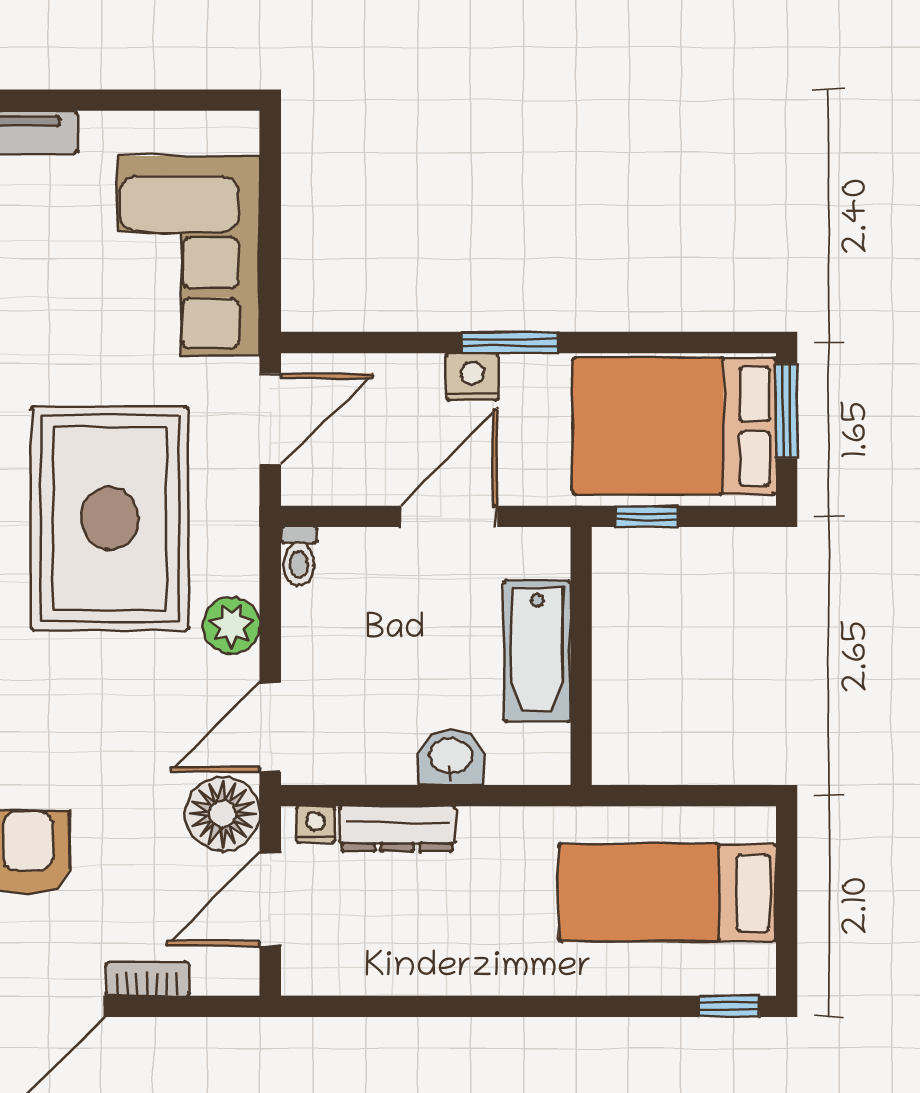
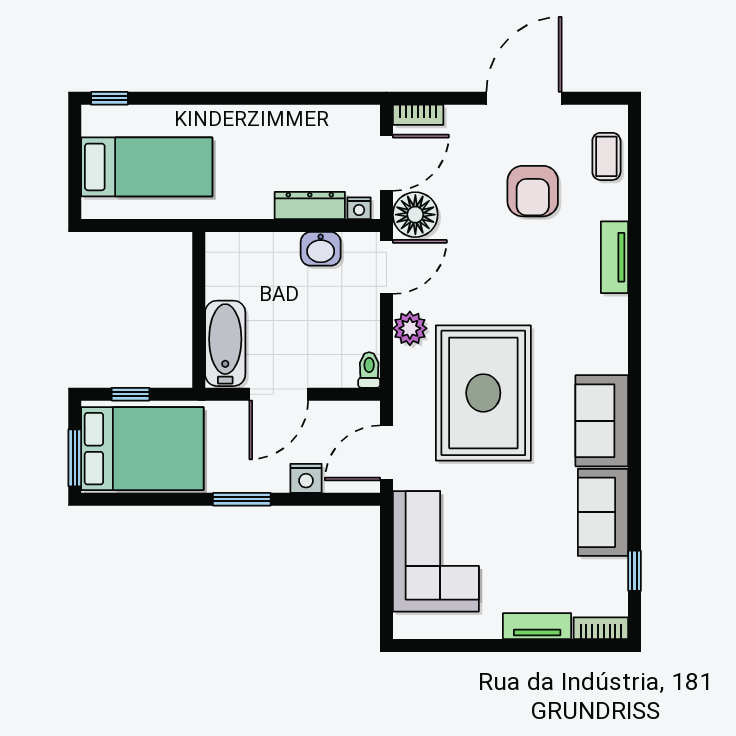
nightstand: (472, 377) -> (306, 478), moved
window: (646, 516) -> (130, 394), moved
bathtub: (537, 651) -> (225, 343), moved
washbasin: (451, 757) -> (321, 249), moved
bookcase: (147, 979) -> (418, 115), moved

